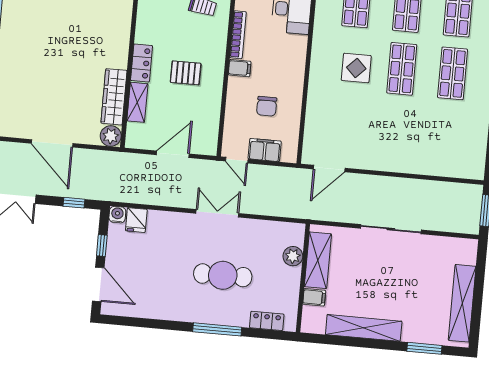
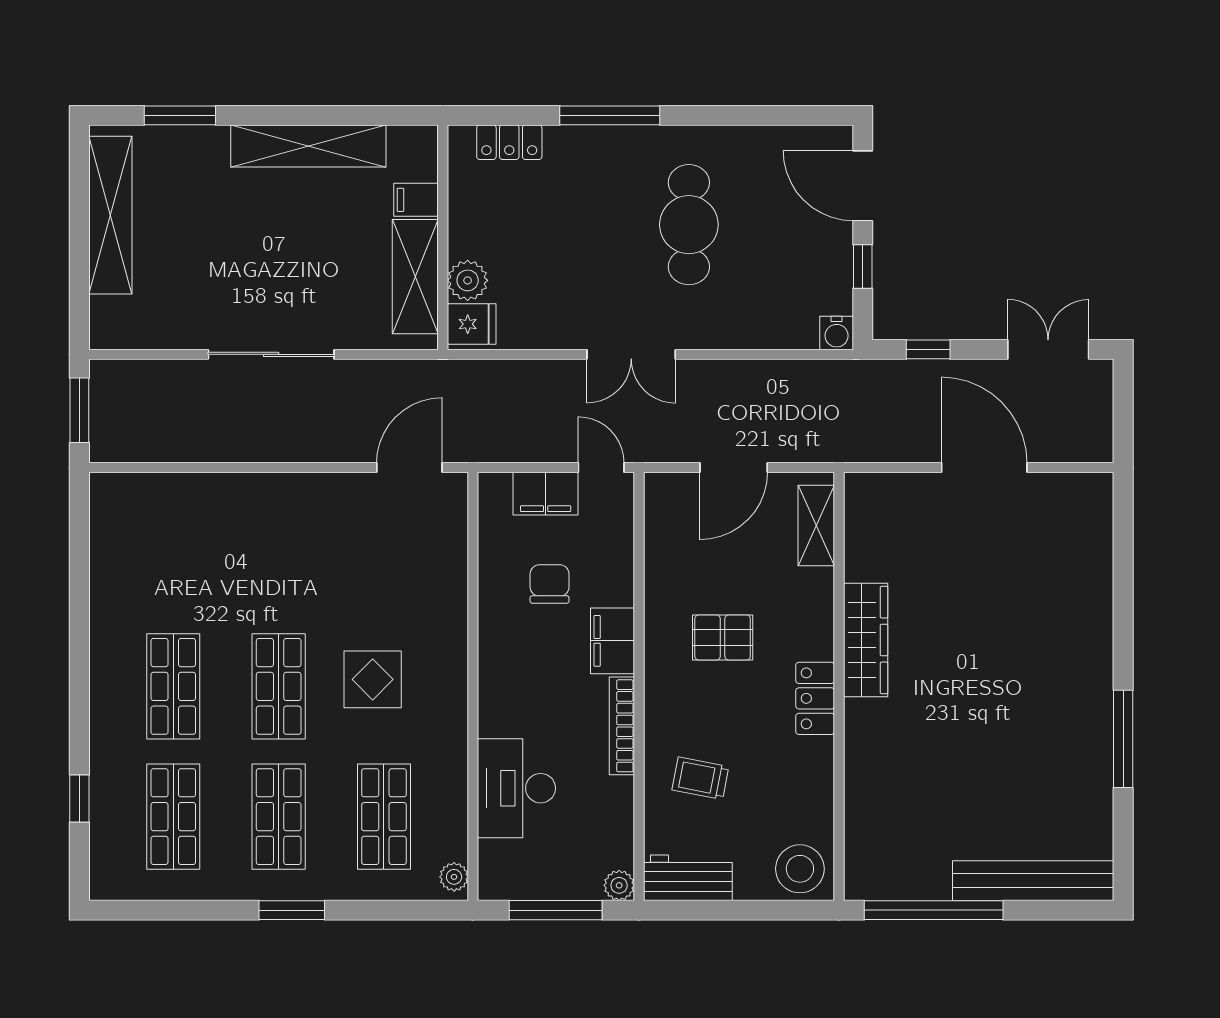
locker: (142, 63) -> (815, 698), moved
filing cabinet: (240, 68) -> (612, 641), width x2.00
wardrobe: (114, 97) -> (866, 640), moved
shelving: (137, 102) -> (816, 525), moved
plant: (111, 136) -> (865, 494), removed
fridge: (136, 220) -> (472, 324), moved, turned 90
cafe table: (223, 275) -> (689, 225), moved, turned 90

